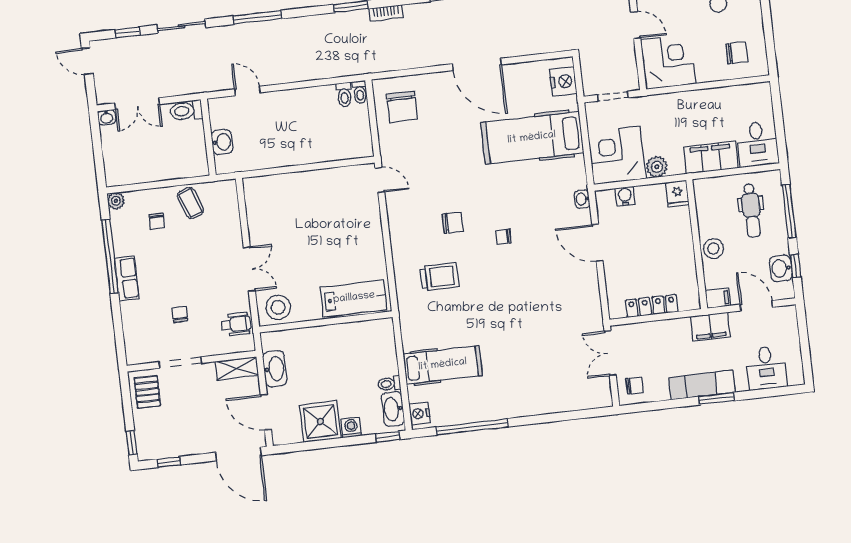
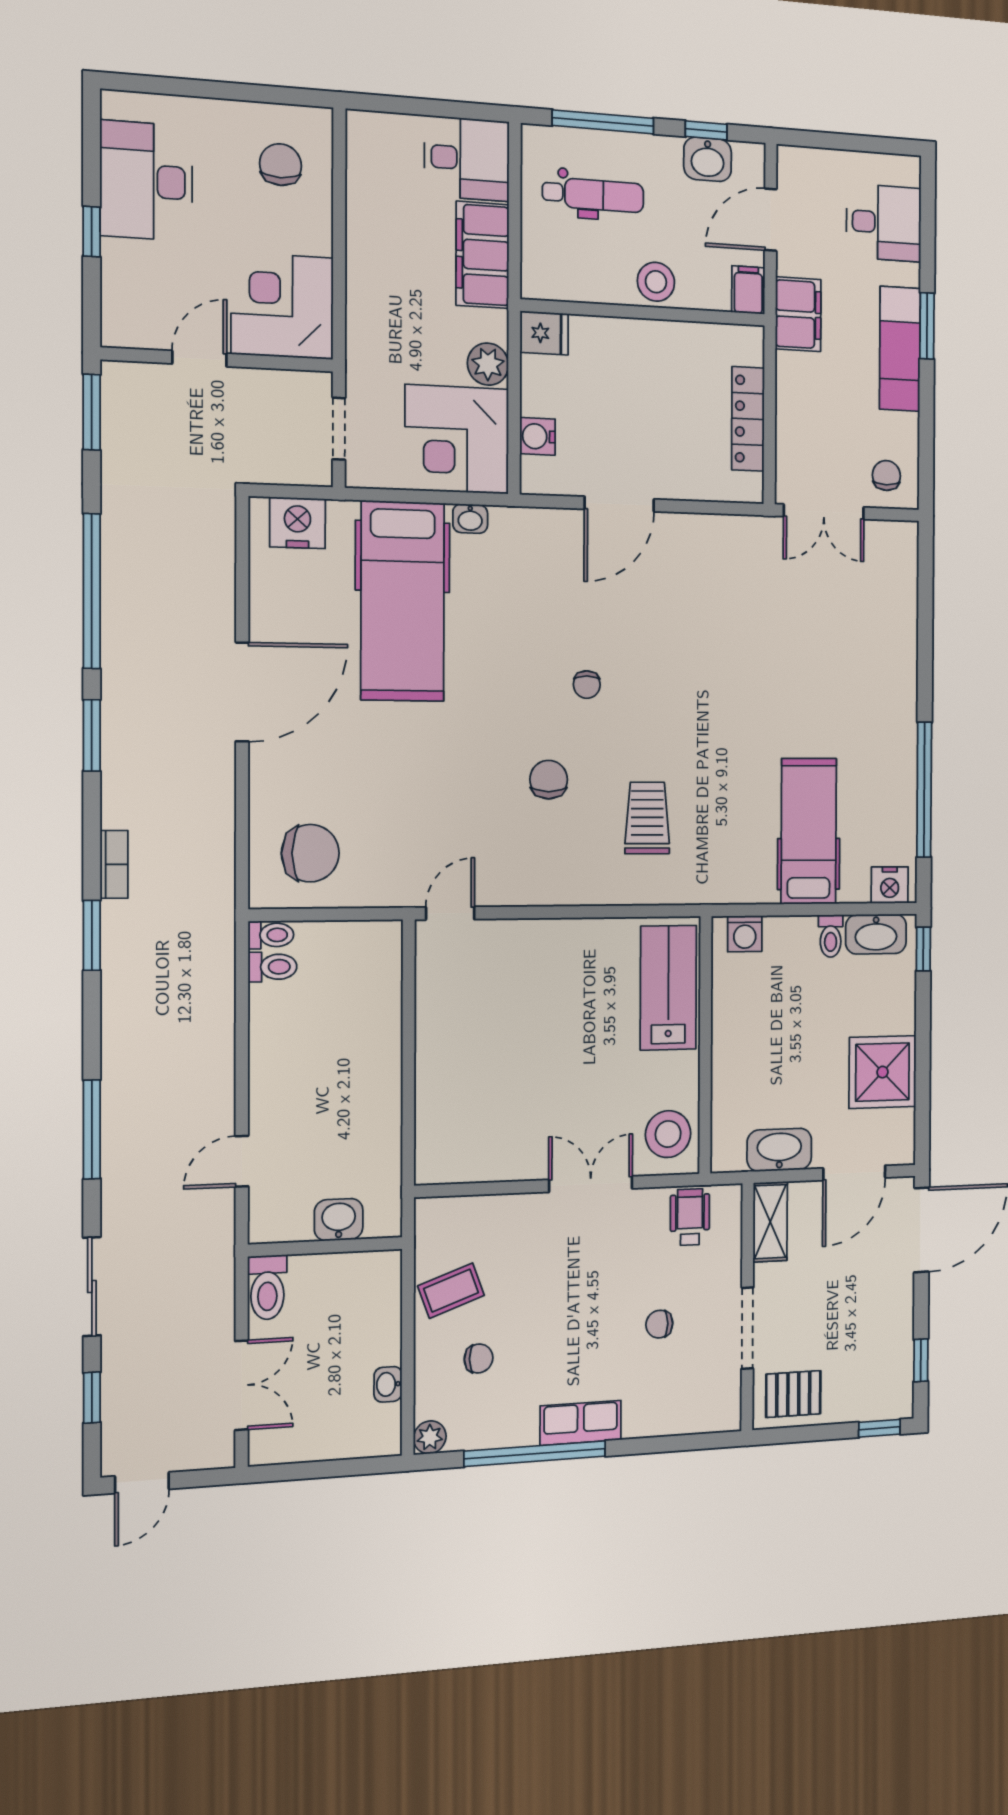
washbasin: (107, 117) -> (388, 1384), moved, turned 180
washbasin: (582, 199) -> (470, 519), moved
washing machine: (351, 428) -> (745, 934), moved, turned -90

